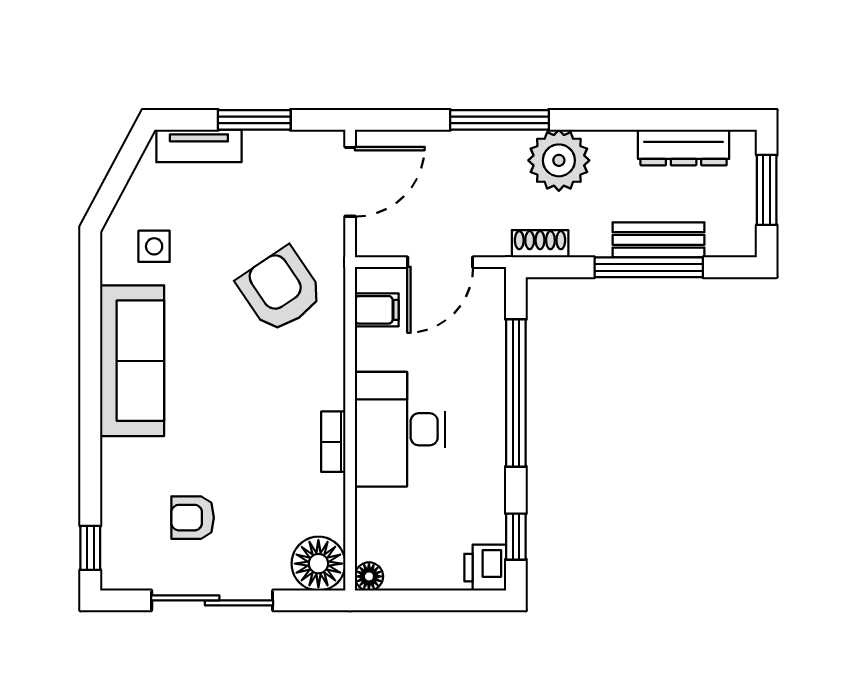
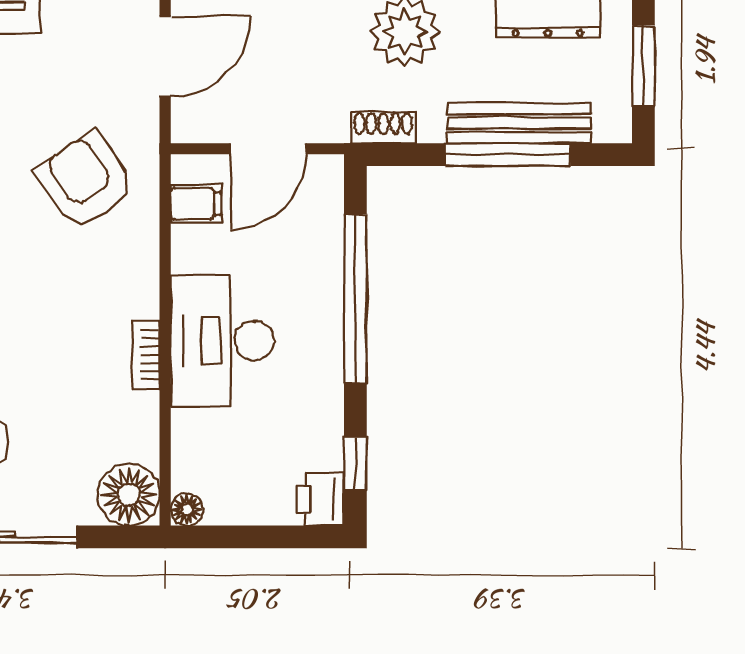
bench: (658, 240) -> (519, 123), width x1.36

